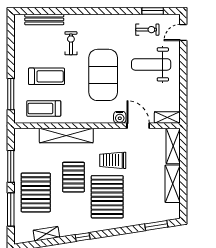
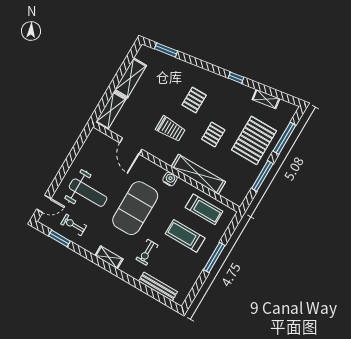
window: (11, 94) -> (214, 258), moved
water cooler: (120, 117) -> (170, 179), moved
shelving: (167, 117) -> (109, 257), moved
pallet: (74, 177) -> (213, 134), width x0.67, depth x0.71
pallet: (107, 197) -> (194, 100), width x0.49, depth x0.50

